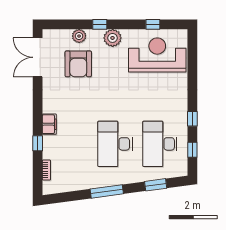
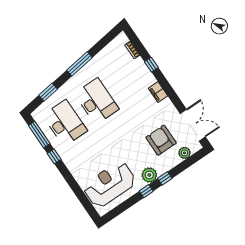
window: (153, 24) -> (146, 191), moved
plant: (79, 36) -> (185, 153), moved
reception desk: (157, 55) -> (110, 184), turned 180
filing cabinet: (49, 124) -> (158, 92), moved
window: (192, 150) -> (39, 134), width x2.17

